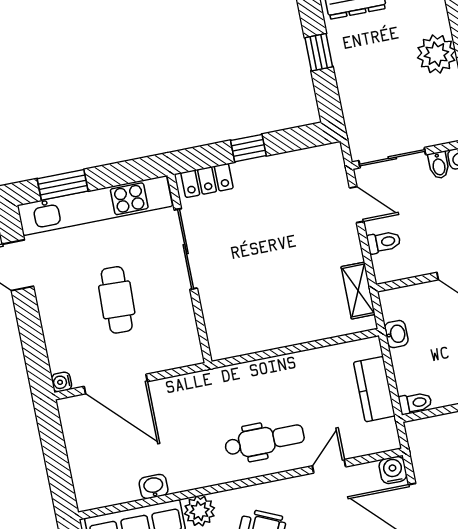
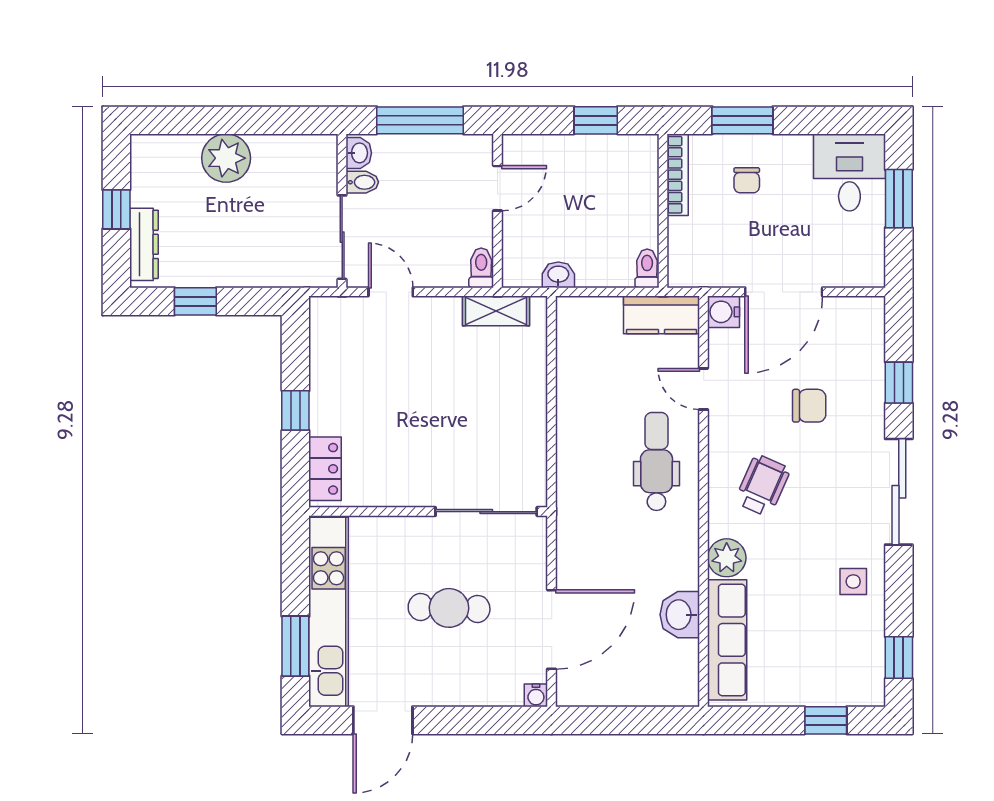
door: (357, 205) -> (391, 292), hinge flipped
toilet: (384, 242) -> (481, 268), moved
sliding door: (186, 249) -> (486, 512), moved
kitchen counter: (374, 389) -> (662, 315), moved
washbasin: (154, 487) -> (680, 615), width x1.38, depth x1.45

